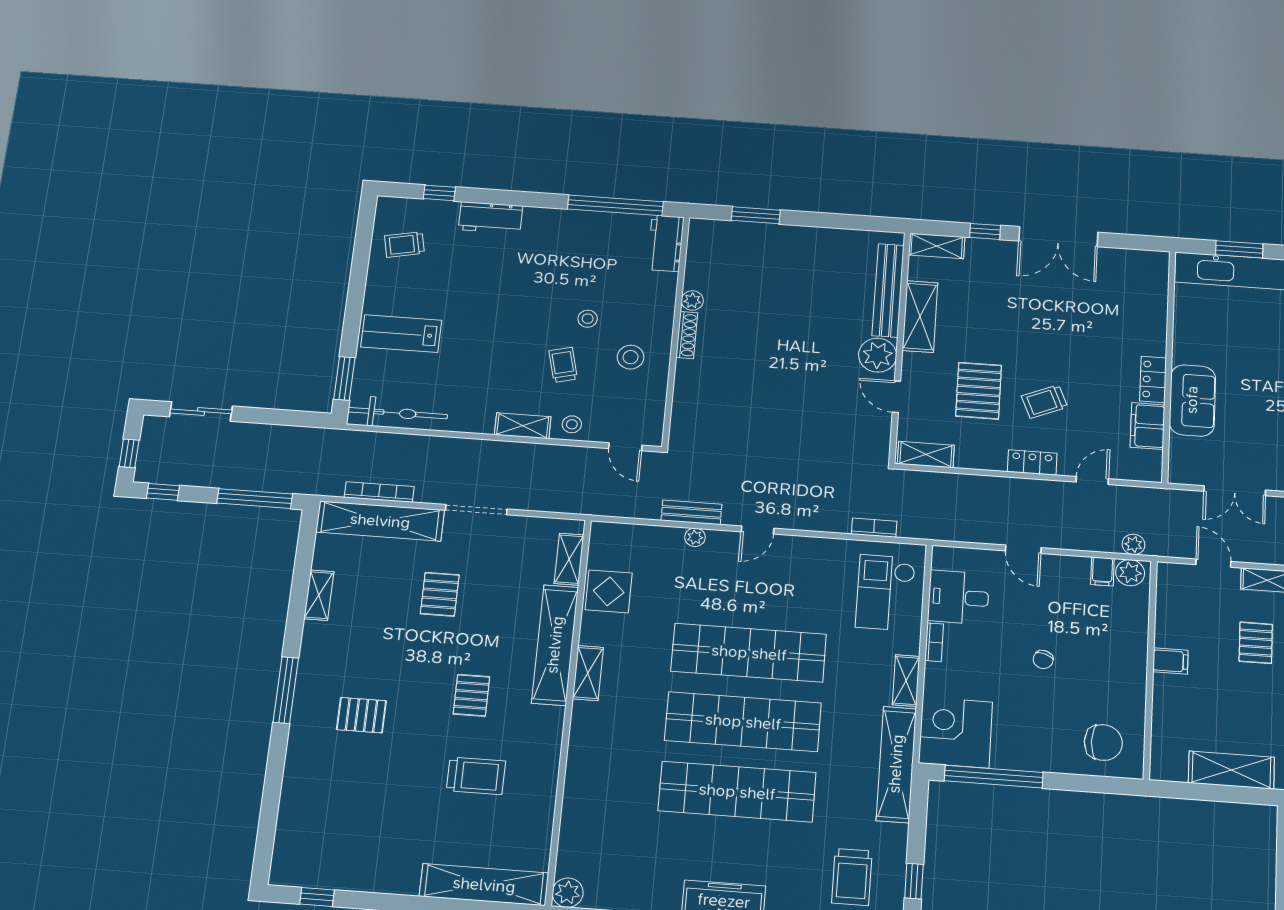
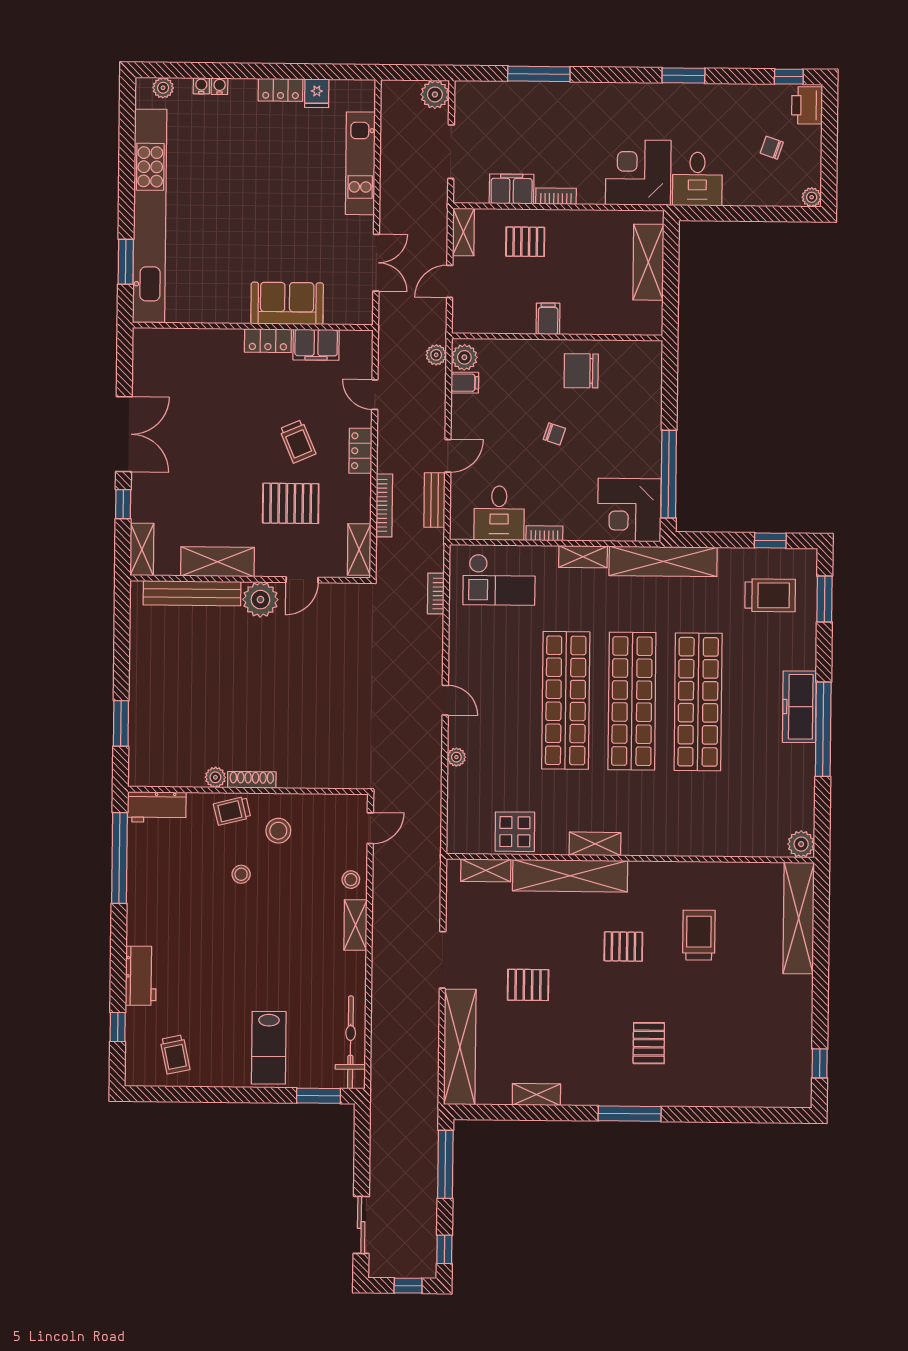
trolley: (563, 365) -> (232, 811), moved
bookcase: (379, 492) -> (384, 505), moved, turned 180
bench: (691, 512) -> (435, 500), moved
chair: (1103, 743) -> (581, 371), moved, turned -90

